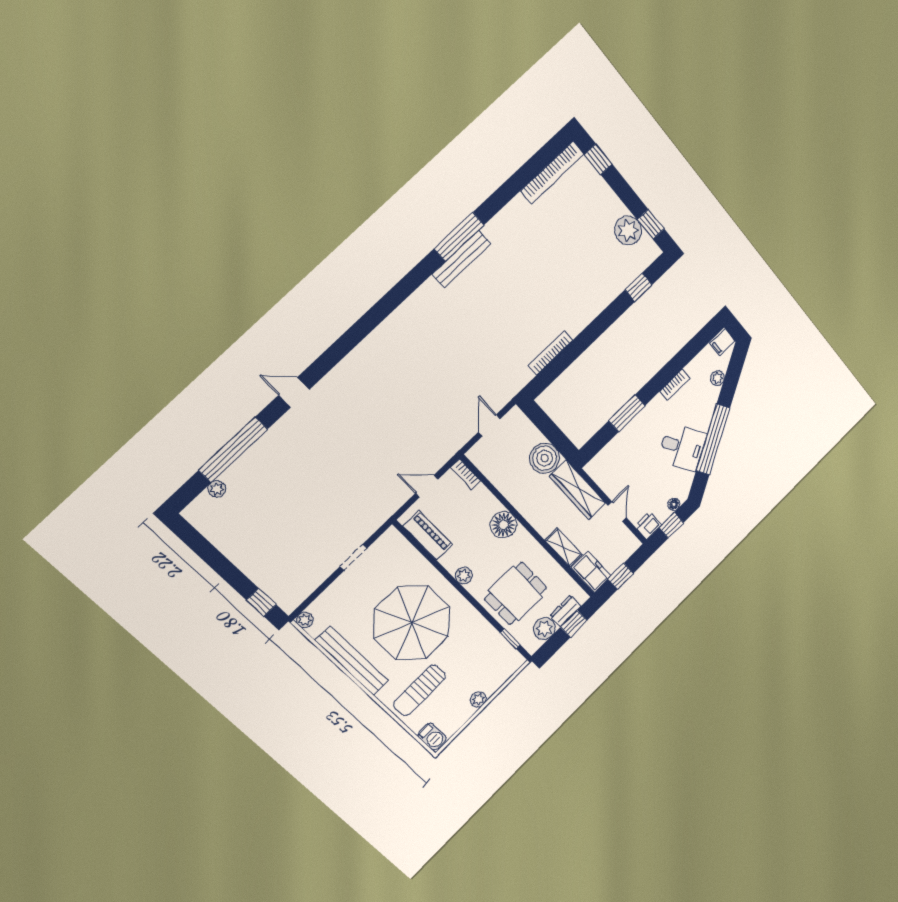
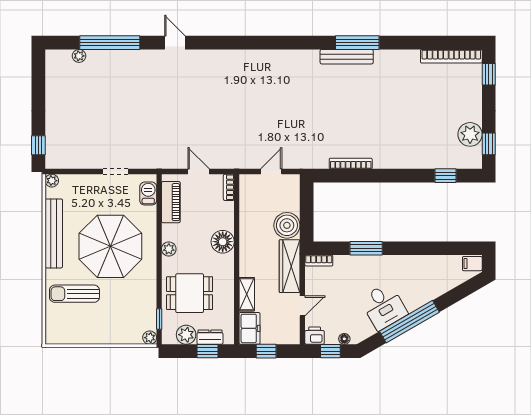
plant: (717, 378) -> (448, 284), removed
bookcase: (675, 385) -> (319, 261), moved
plant: (478, 699) -> (150, 338), moved
barbecue: (432, 737) -> (148, 194), moved, turned 180

